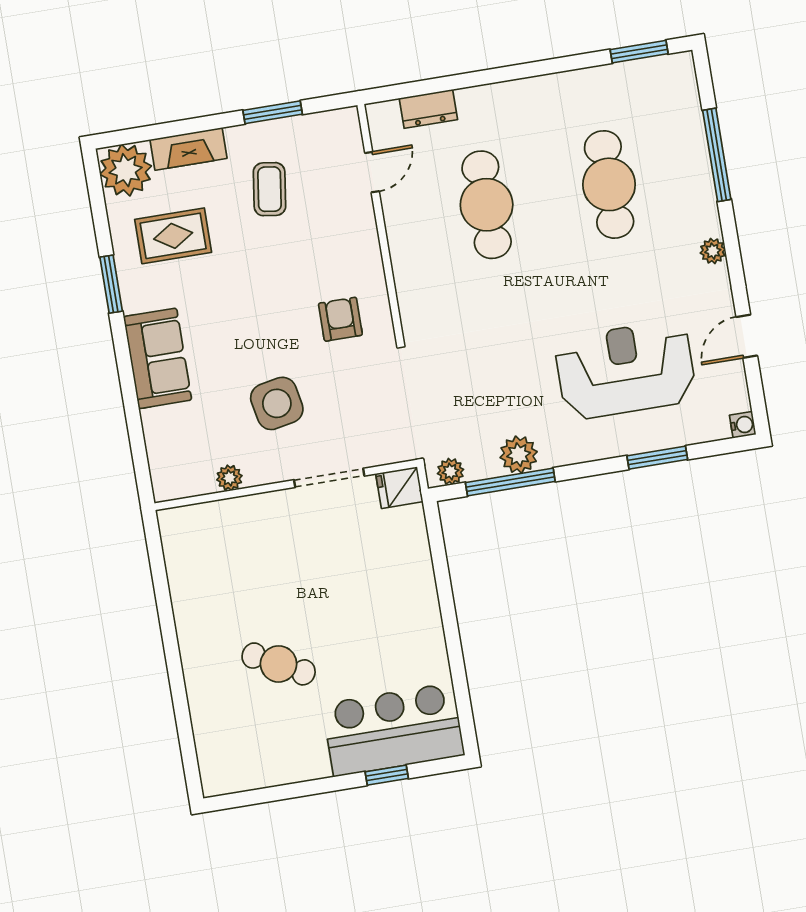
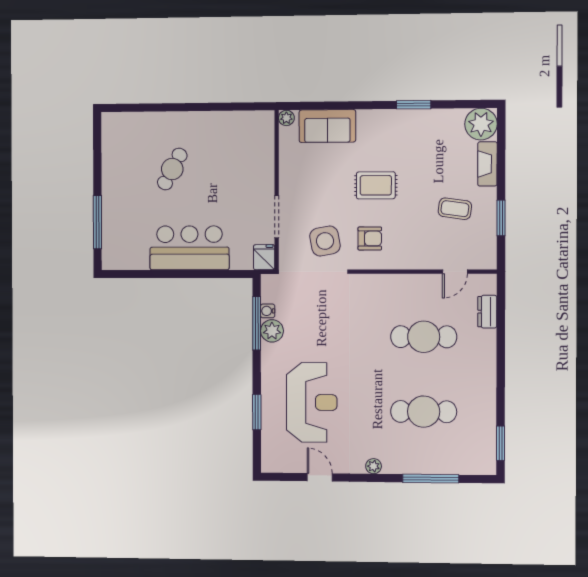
door: (372, 172) -> (455, 272), hinge flipped
rug: (173, 236) -> (376, 185), moved, turned 90
sofa: (158, 358) -> (327, 126), moved
side table: (277, 403) -> (325, 241), moved
water cooler: (743, 425) -> (268, 311), moved, turned 90
plant: (451, 472) -> (269, 289), removed
plant: (229, 478) -> (286, 118), moved
bar counter: (393, 730) -> (189, 248), moved, turned -90
window: (387, 775) -> (97, 222), width x2.17

